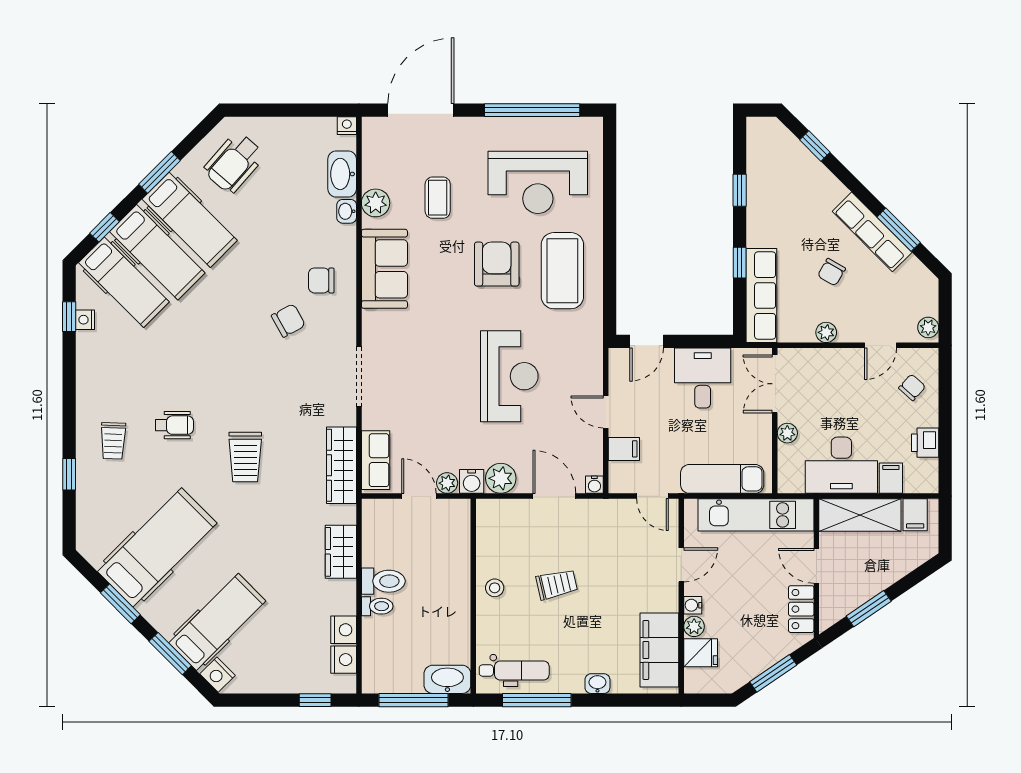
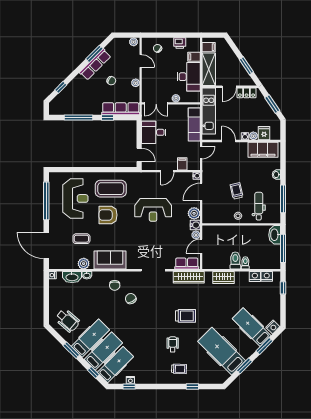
window: (740, 190) -> (78, 118), width x2.17
reception desk: (509, 376) -> (153, 210), turned 180
dental chair: (514, 671) -> (259, 206), moved

